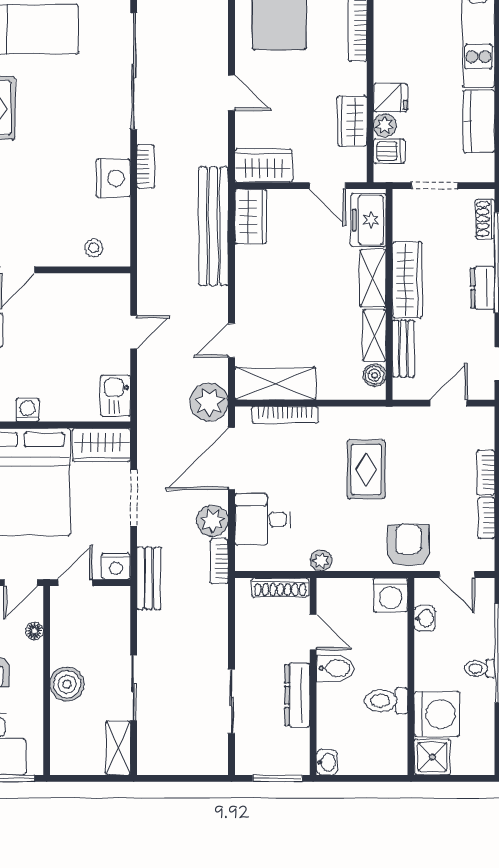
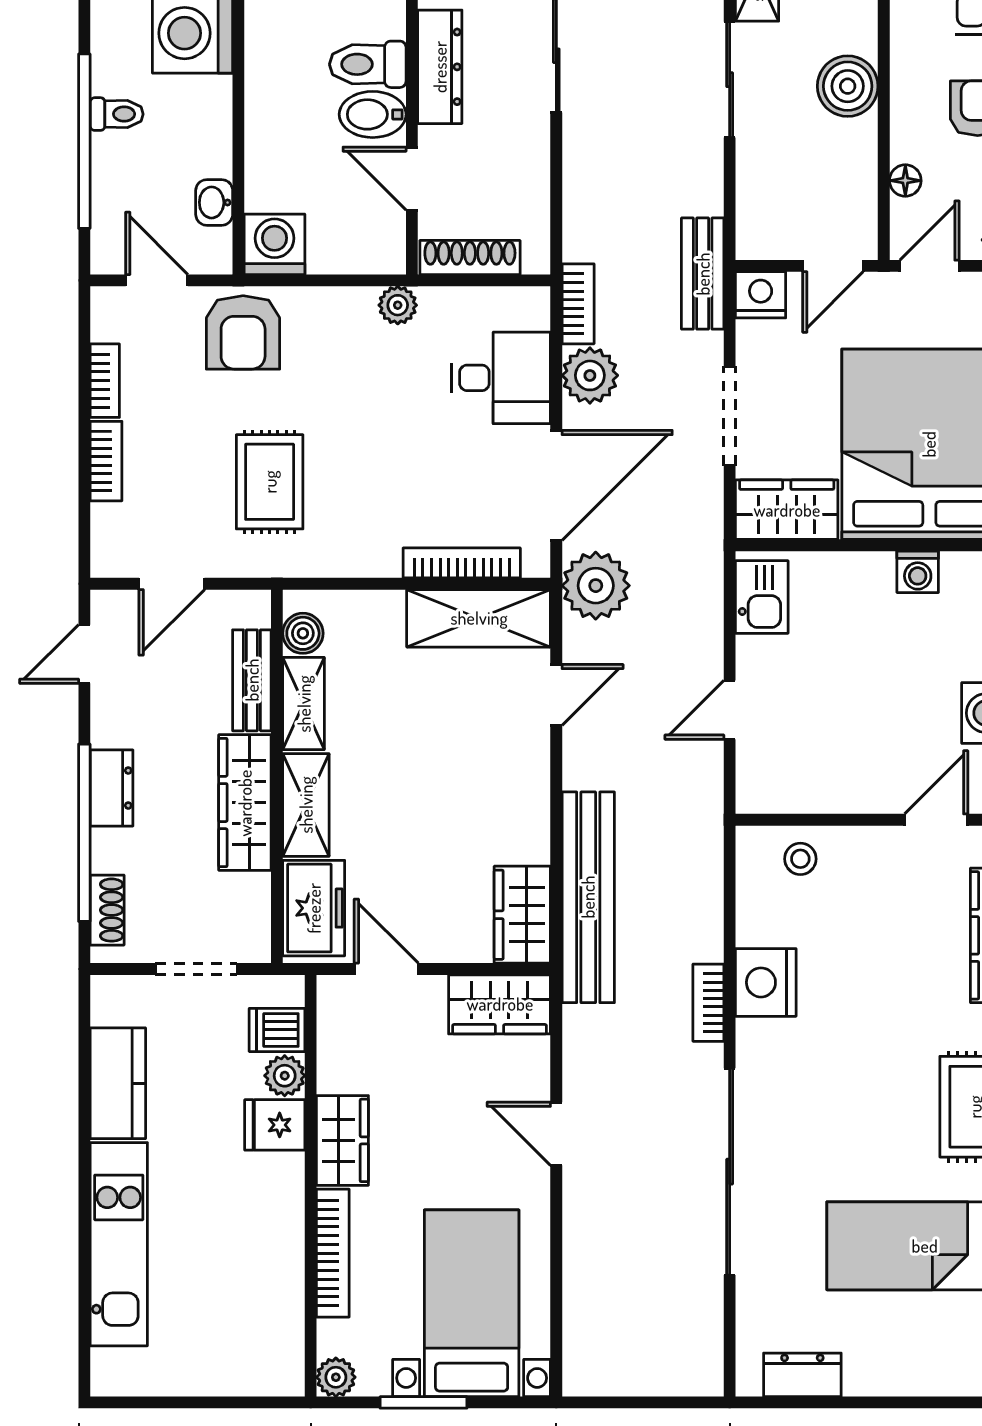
wardrobe: (352, 121) -> (342, 1140), moved
rug: (366, 469) -> (270, 482), moved
toilet: (386, 701) -> (368, 64), moved, turned 180

